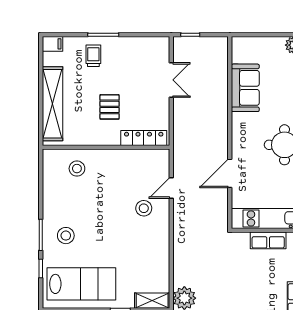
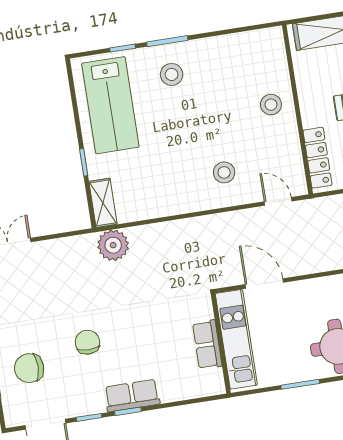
stool: (77, 169) -> (271, 105), moved
door: (230, 173) -> (264, 283), moved
door: (171, 188) -> (278, 201), moved

